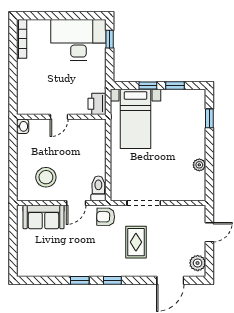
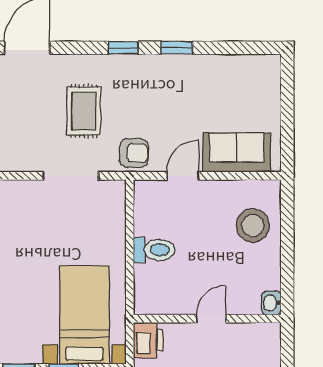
stool: (46, 177) -> (253, 226), moved
toilet: (98, 188) -> (154, 250), moved, turned -90

